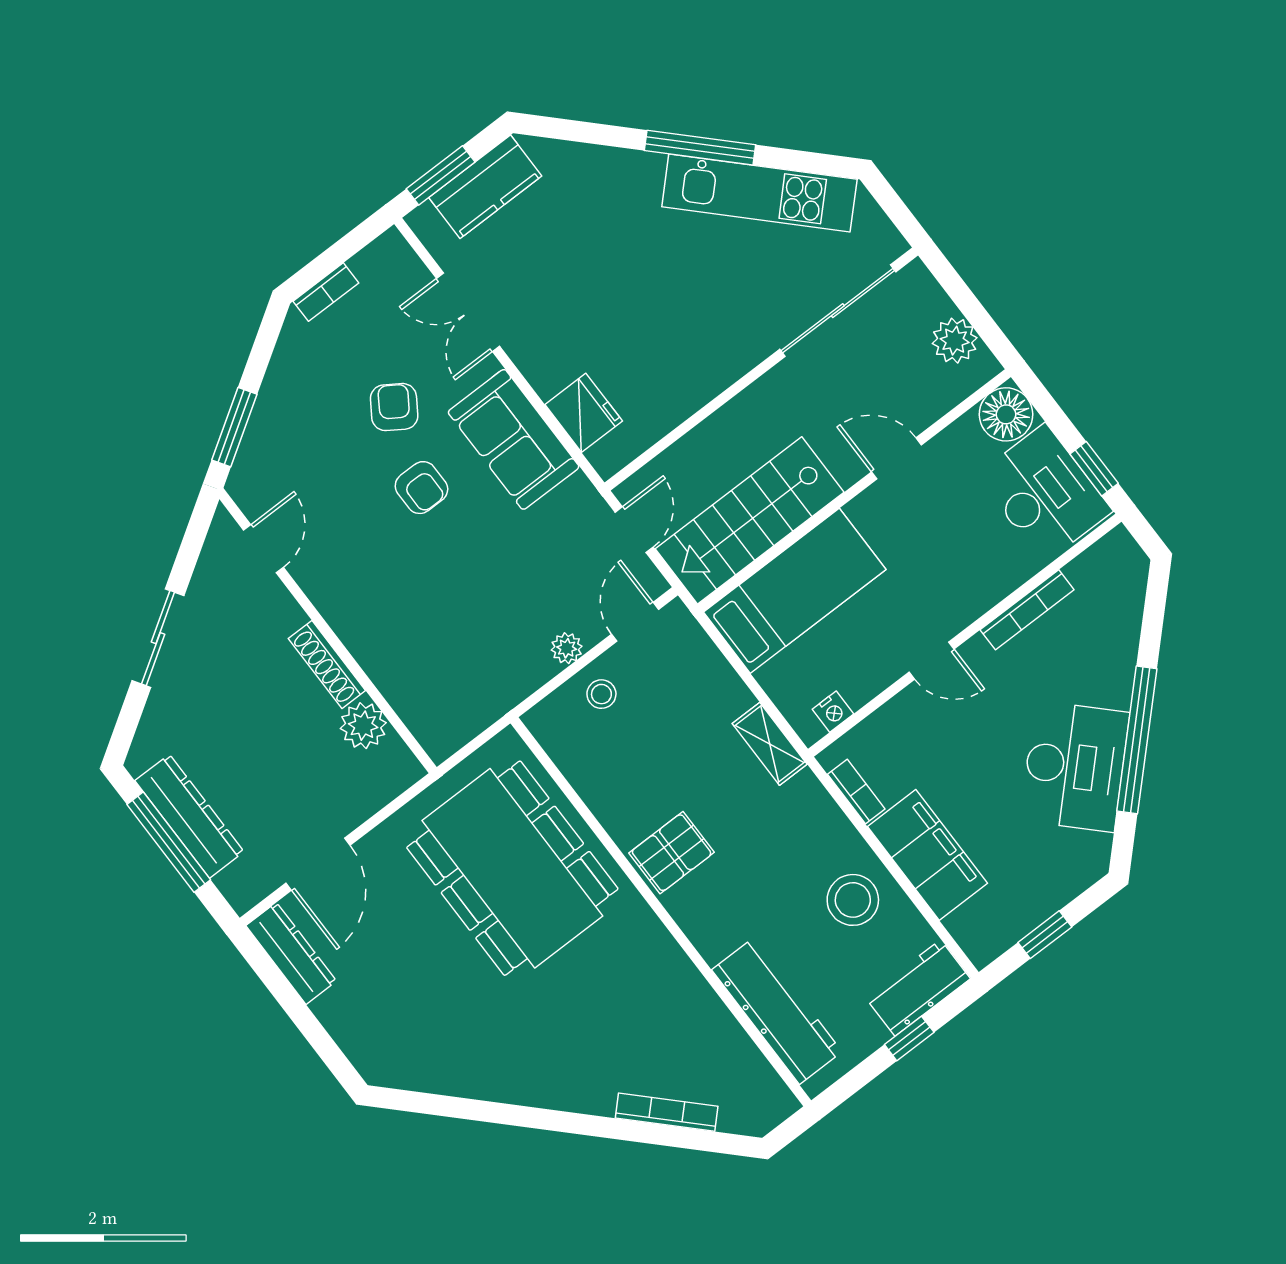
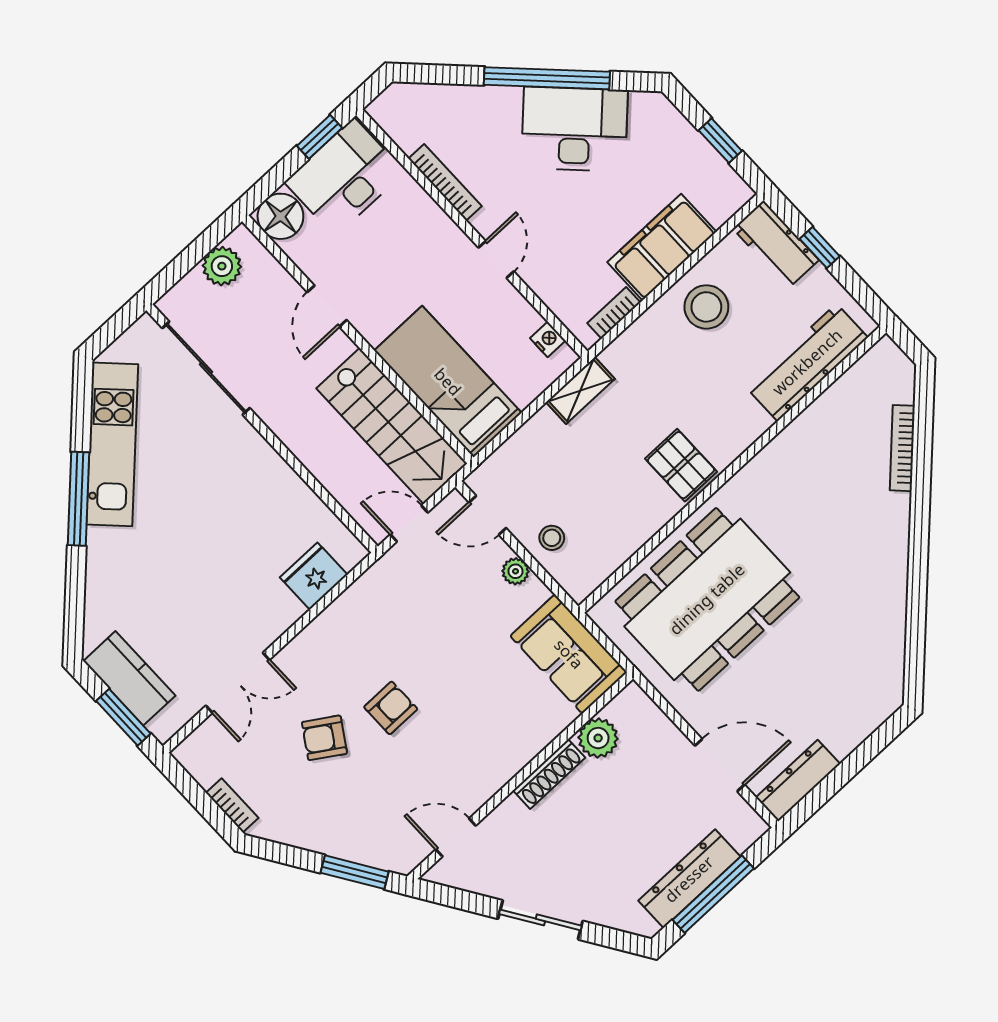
sofa: (514, 439) -> (569, 654), moved, turned 90

